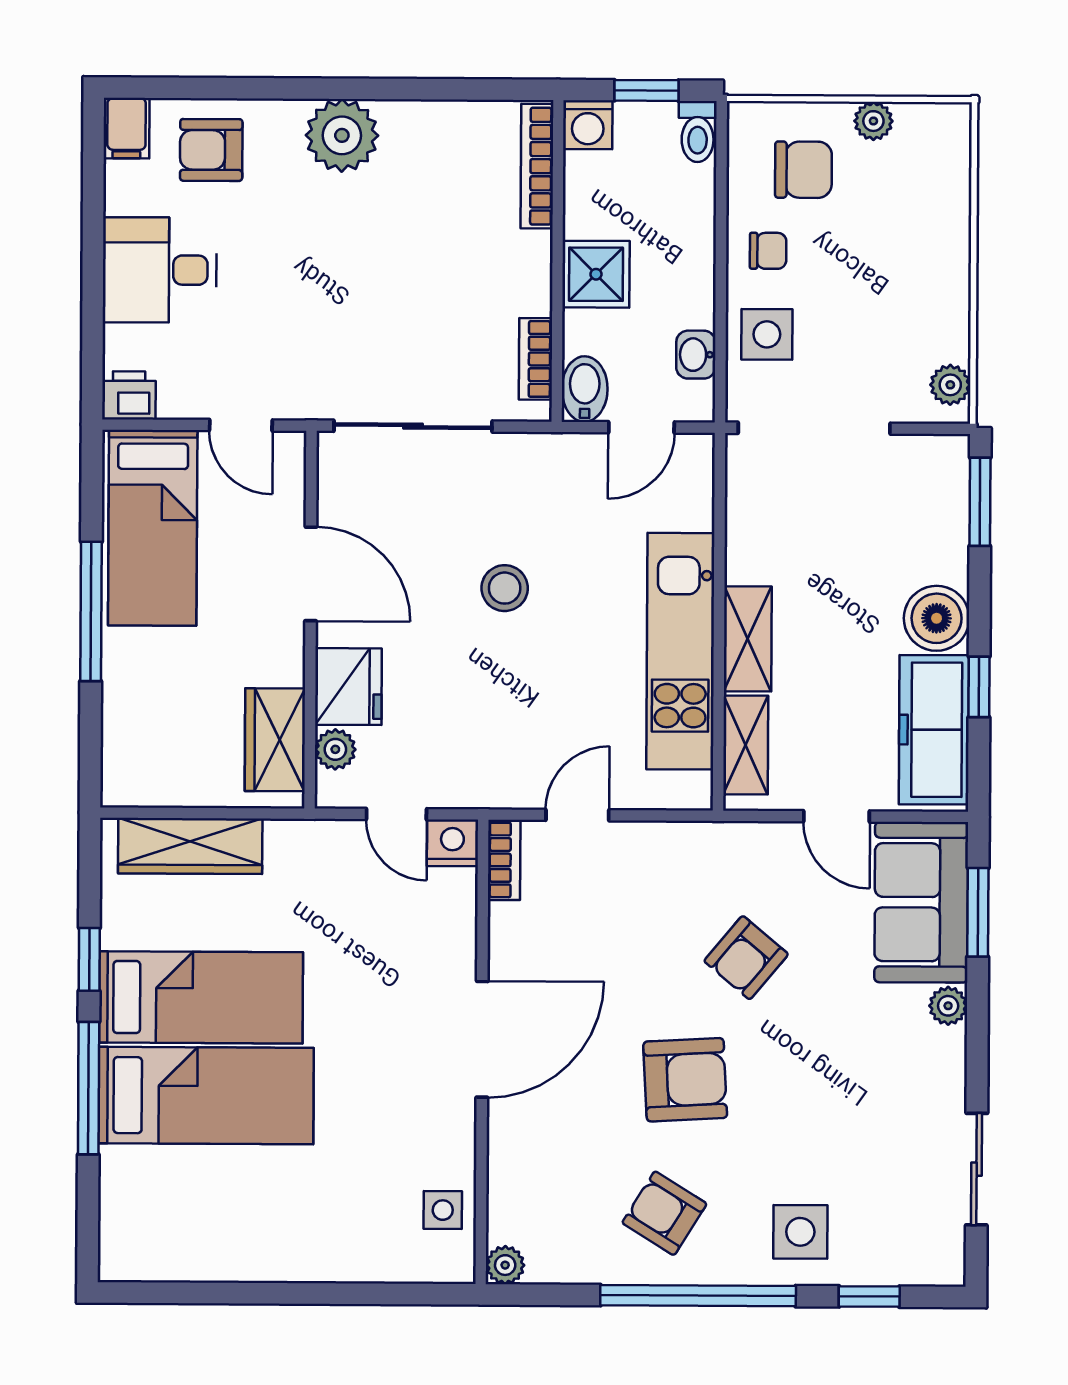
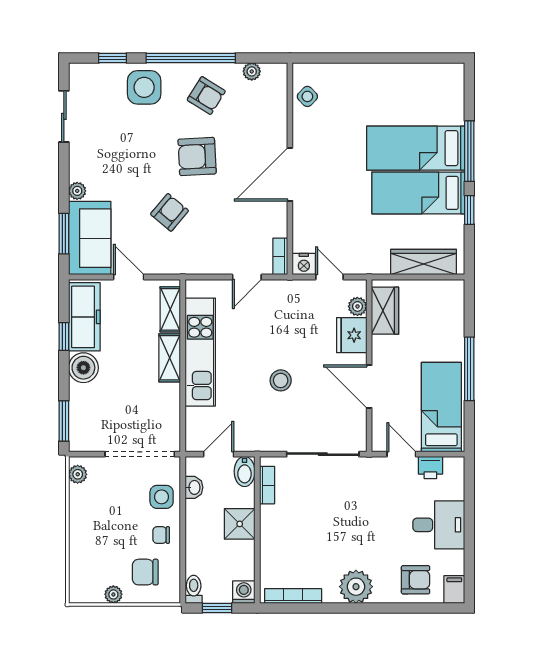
bookcase: (537, 166) -> (293, 596), moved, turned -90
printer: (129, 395) -> (430, 468), moved
side table: (443, 1210) -> (307, 96), turned 45
side table: (800, 1232) -> (144, 87), width x1.37, depth x1.37
plant: (505, 1265) -> (252, 71), moved

